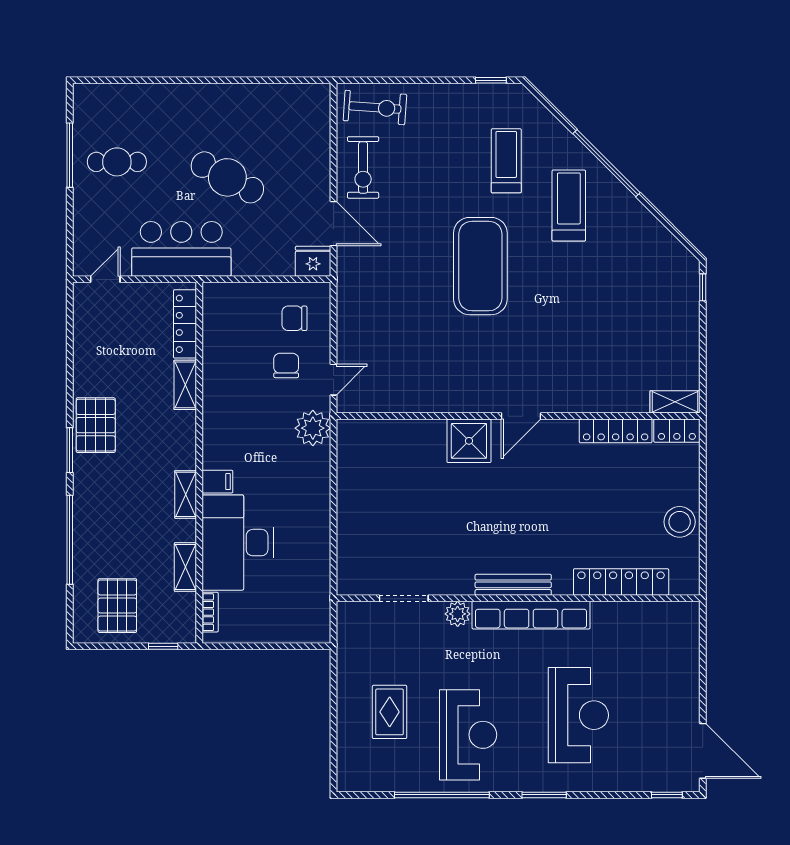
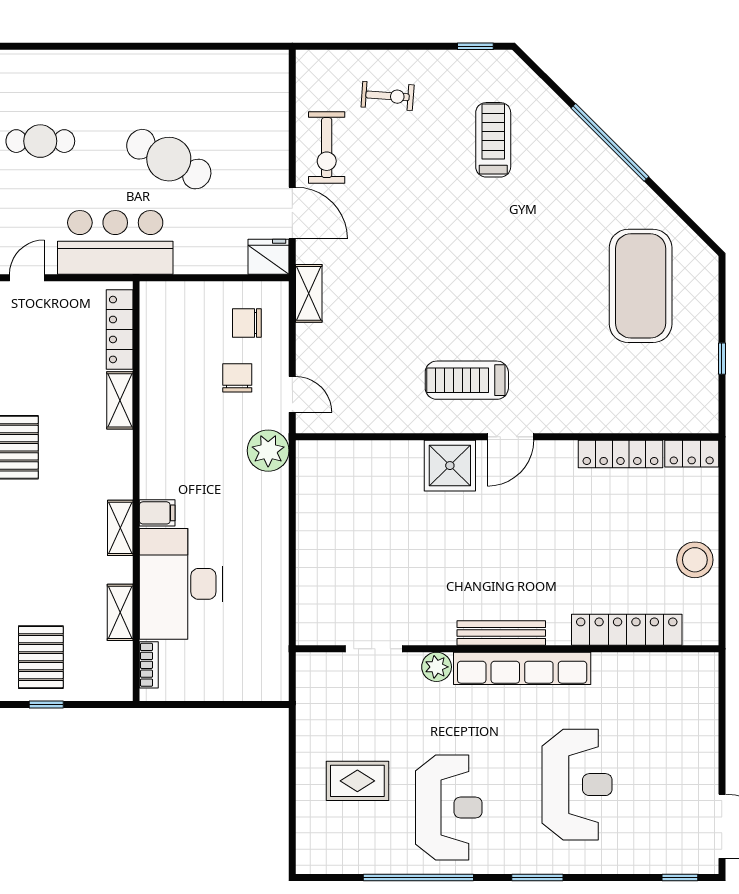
exercise bike: (375, 107) -> (388, 96), moved, width x0.73, depth x0.72
treadmill: (569, 206) -> (467, 380), moved, turned -90
exercise mat: (480, 266) -> (641, 286), moved
window: (703, 287) -> (722, 359), moved
door: (334, 380) -> (292, 394), hinge flipped
shelving: (675, 402) -> (309, 293), moved, turned 90
window: (163, 646) -> (46, 705), moved
rug: (390, 712) -> (357, 781), turned 90

